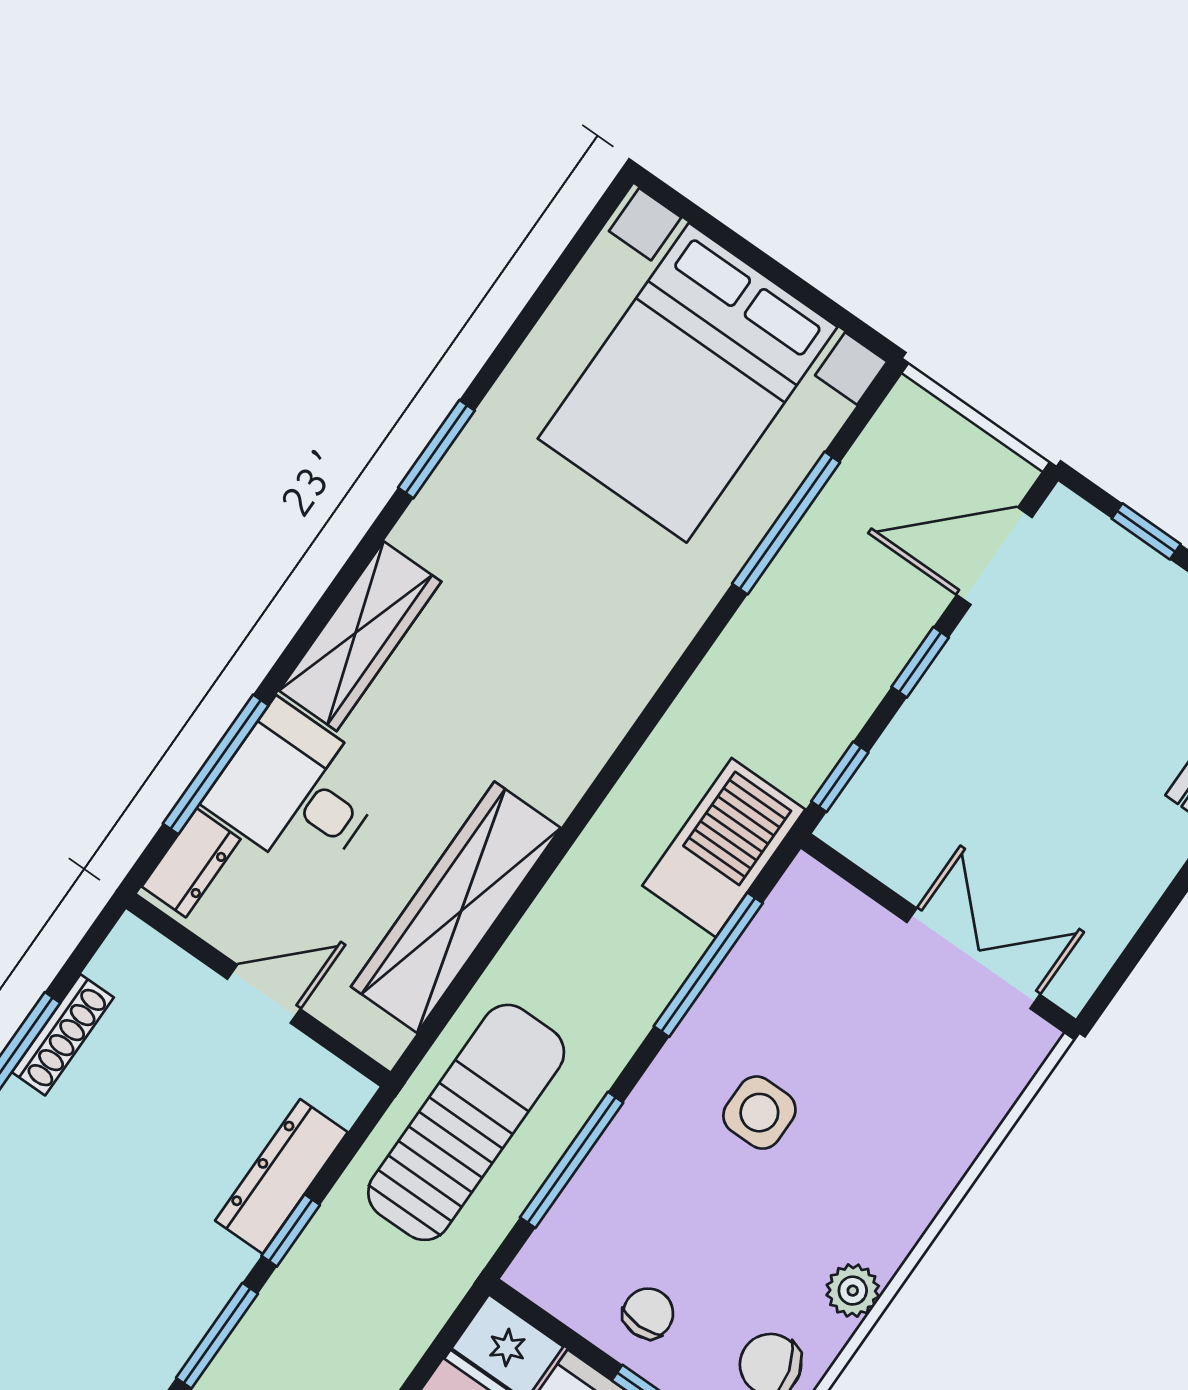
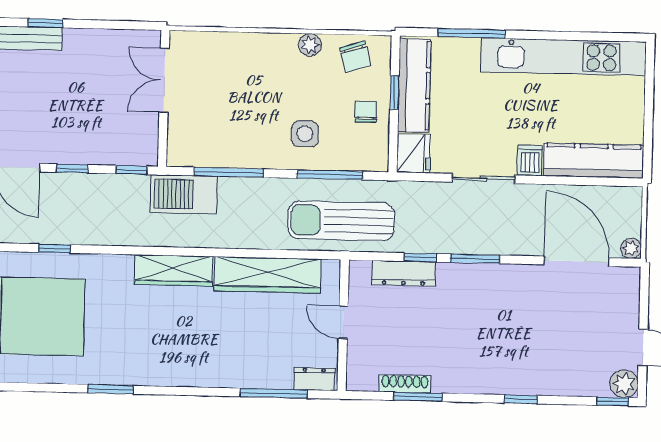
window: (786, 523) -> (54, 248), width x0.46
wardrobe: (360, 636) -> (174, 270), moved, turned 180
desk: (297, 791) -> (264, 359), removed
side table: (759, 1113) -> (305, 134), moved
chair: (648, 1313) -> (366, 112), turned 90

